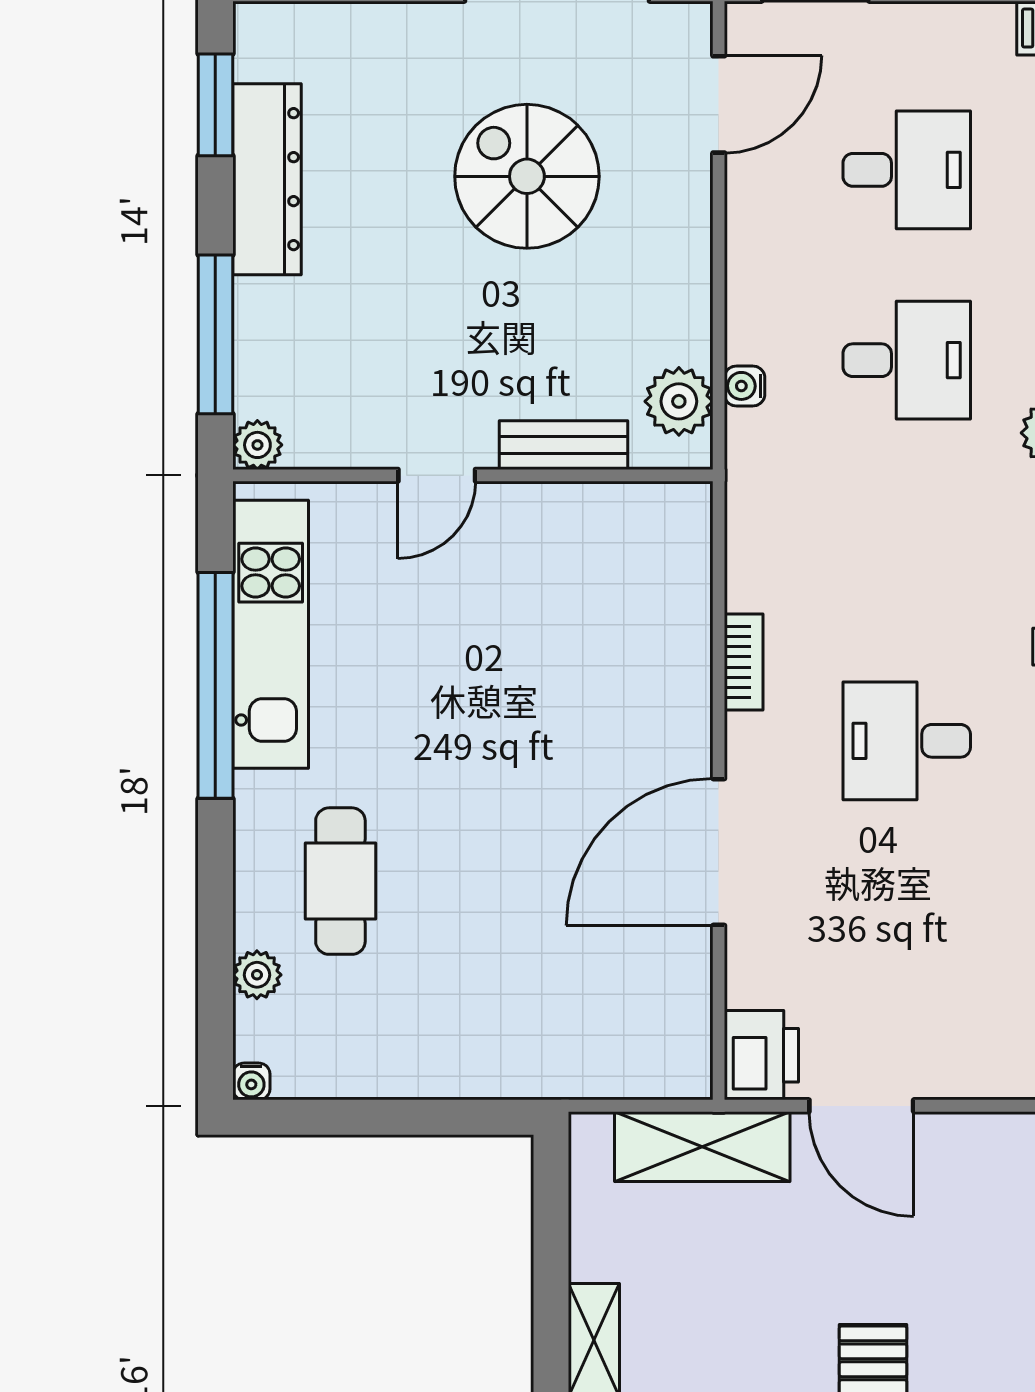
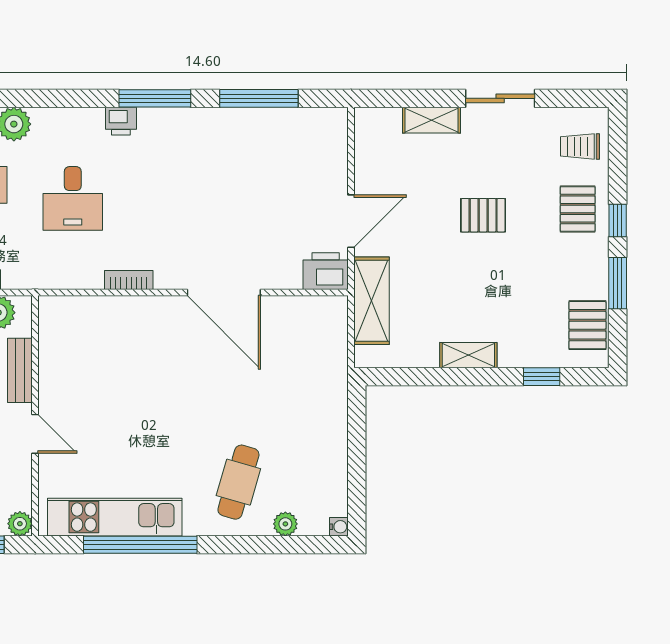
desk: (907, 741) -> (73, 198), moved
cafe table: (340, 881) -> (238, 482), turned -74

